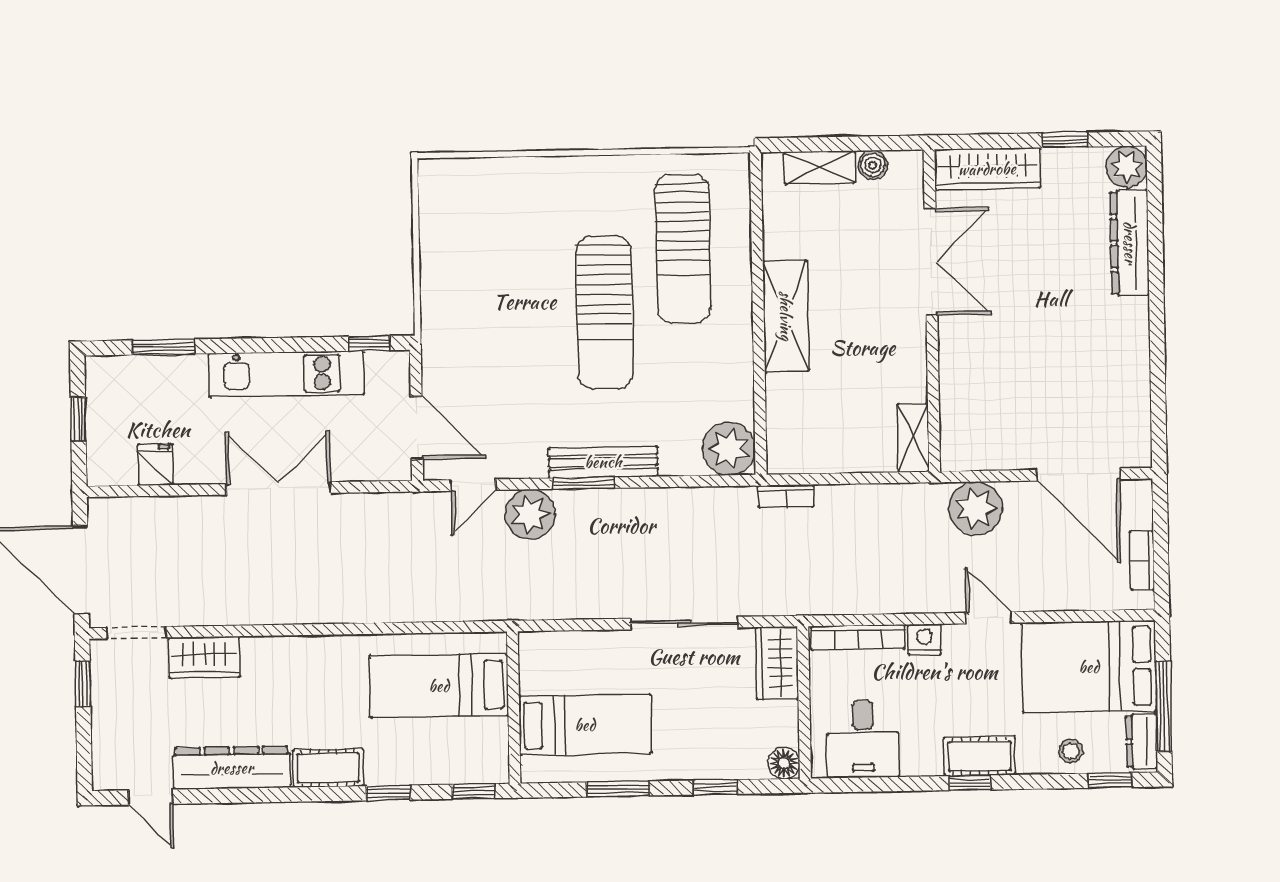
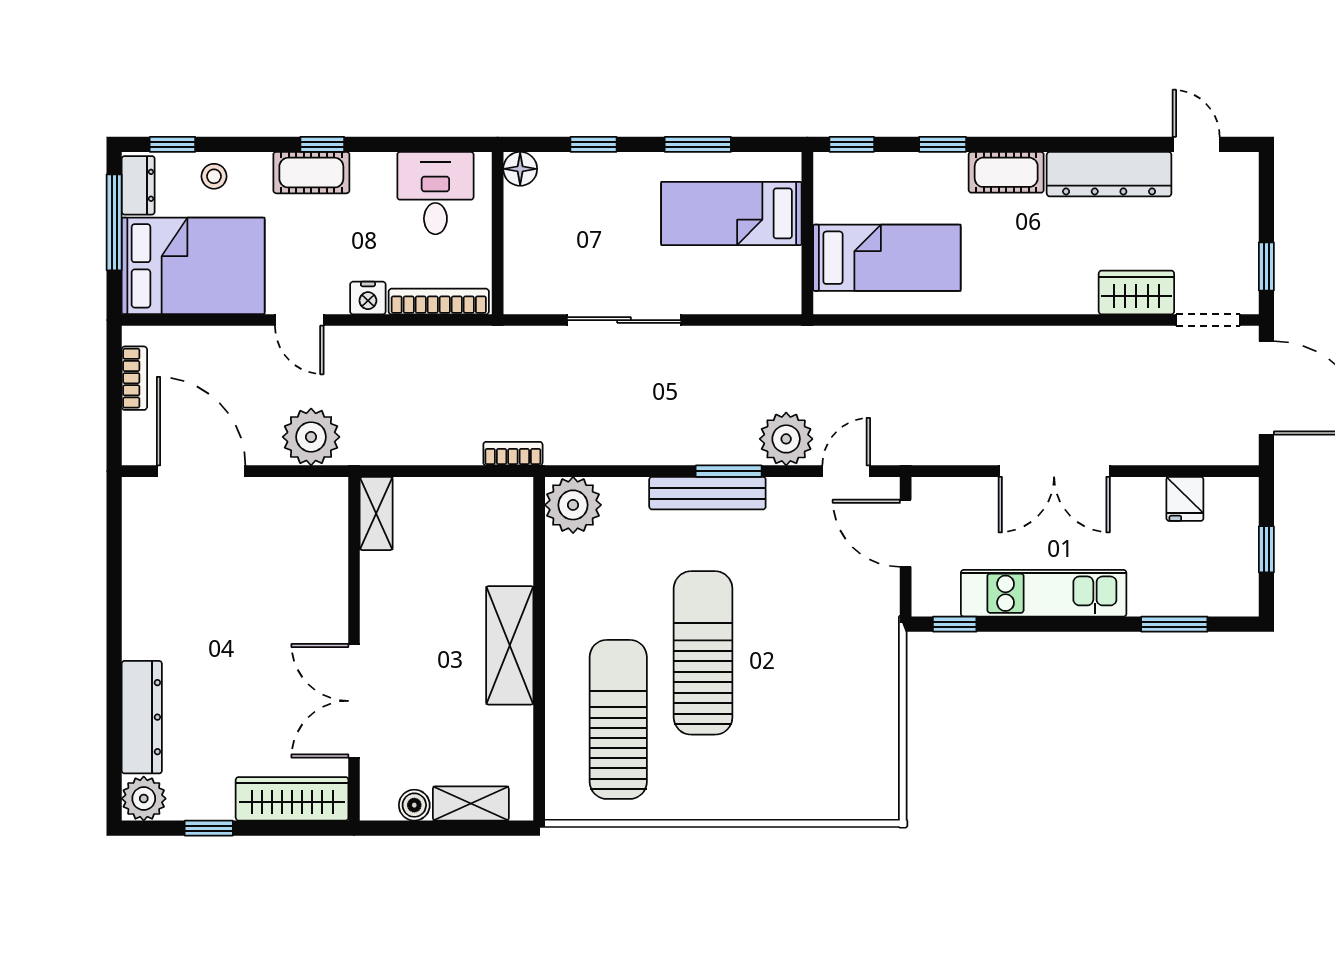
wardrobe: (777, 663) -> (526, 276), removed

